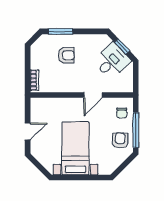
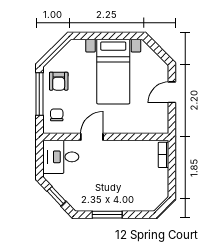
window: (61, 31) -> (107, 215), moved
armchair: (66, 55) -> (125, 185), removed
desk: (112, 61) -> (61, 157), moved, turned 43

